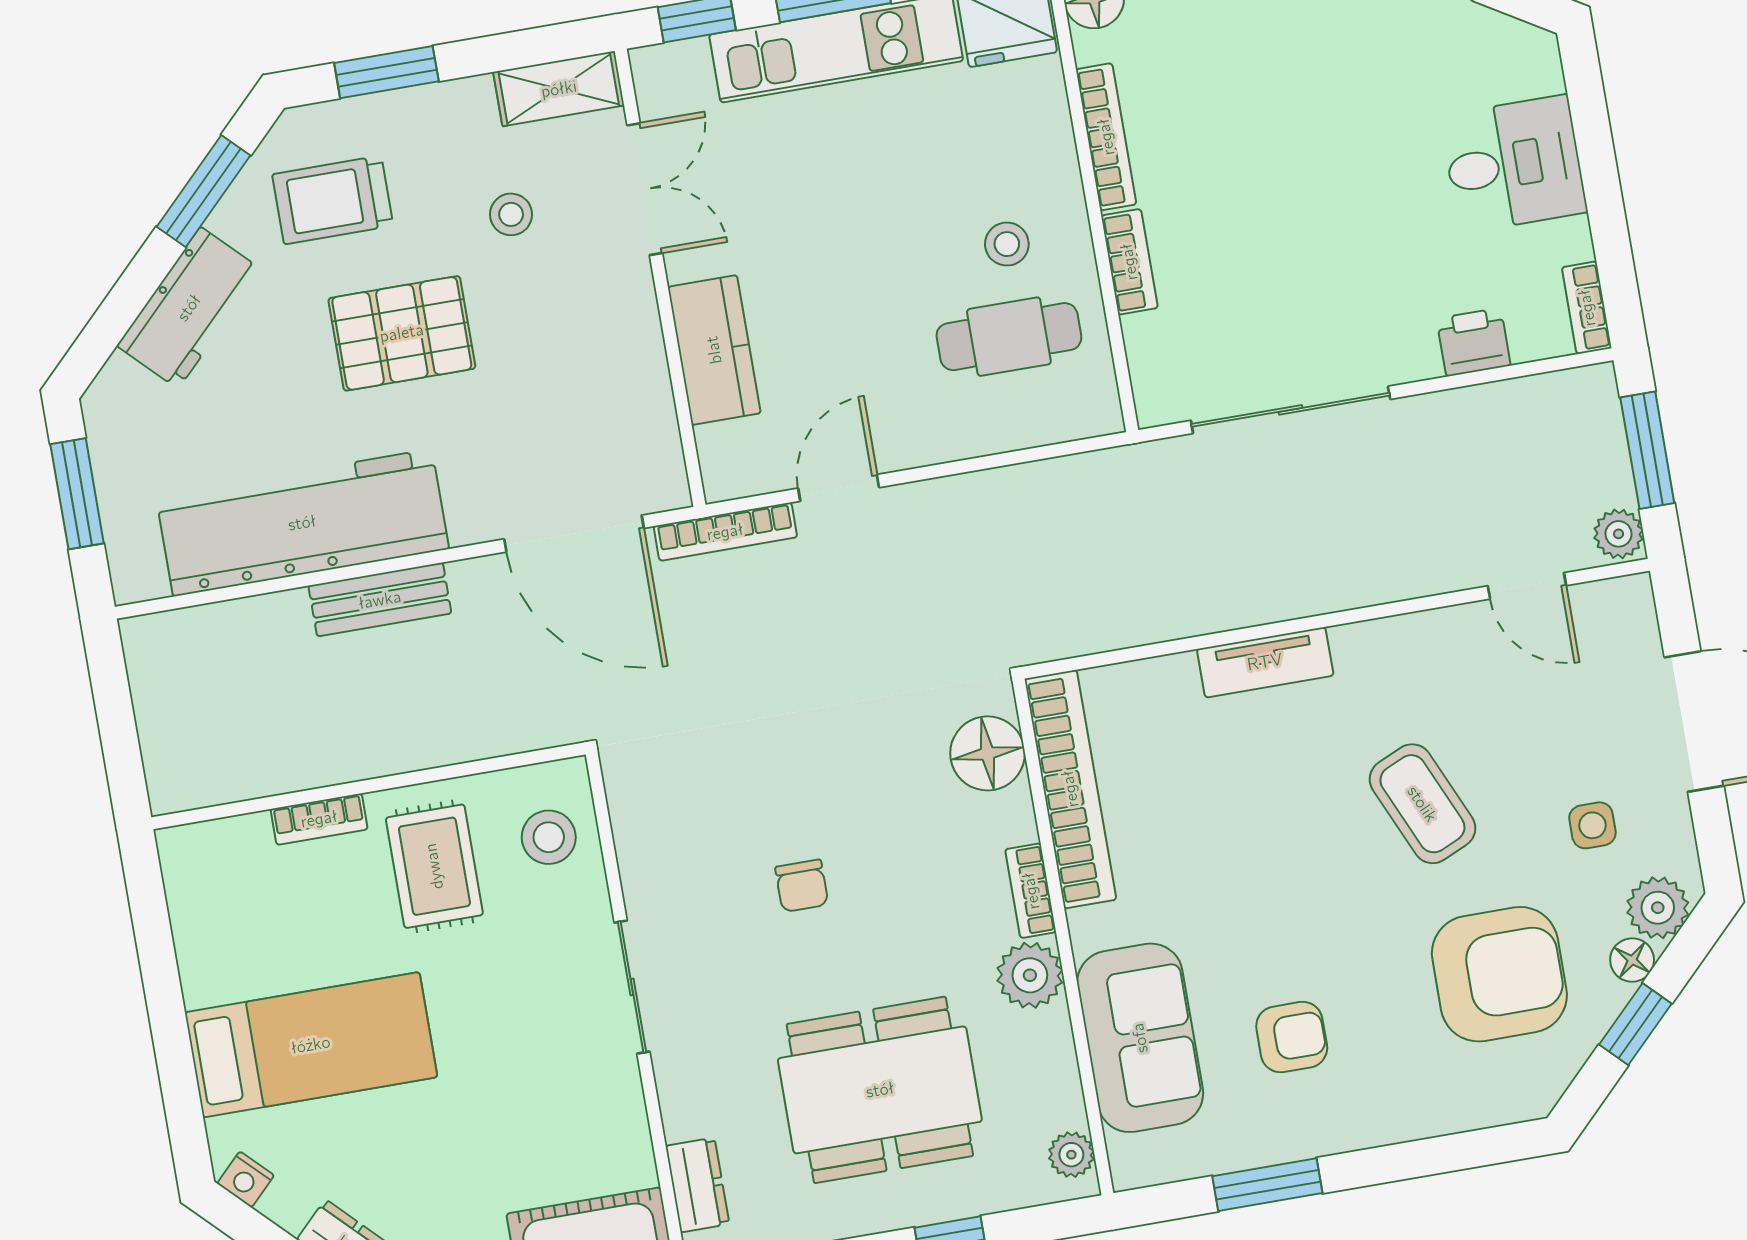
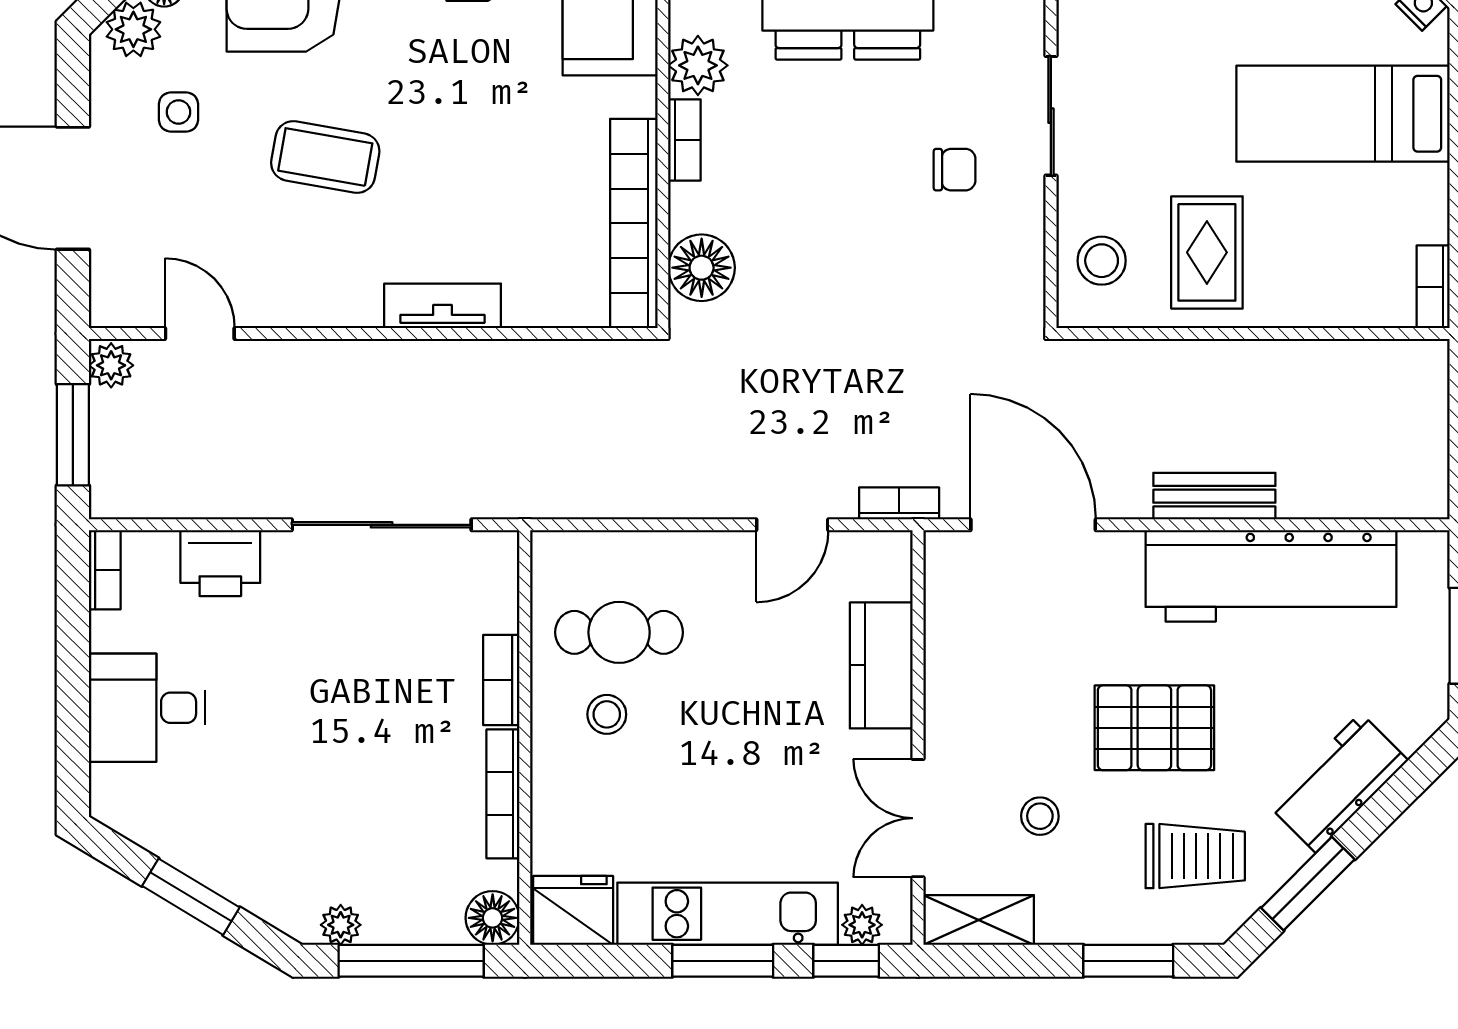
plant: (686, 61) -> (862, 925), added
printer: (1474, 342) -> (220, 563), width x1.36, depth x1.24
bookcase: (725, 532) -> (899, 503), width x0.64
coffee table: (1422, 804) -> (325, 157), turned -56
bookcase: (319, 819) -> (1433, 287), moved, turned -90
chair: (802, 886) -> (955, 170), moved, turned 90

